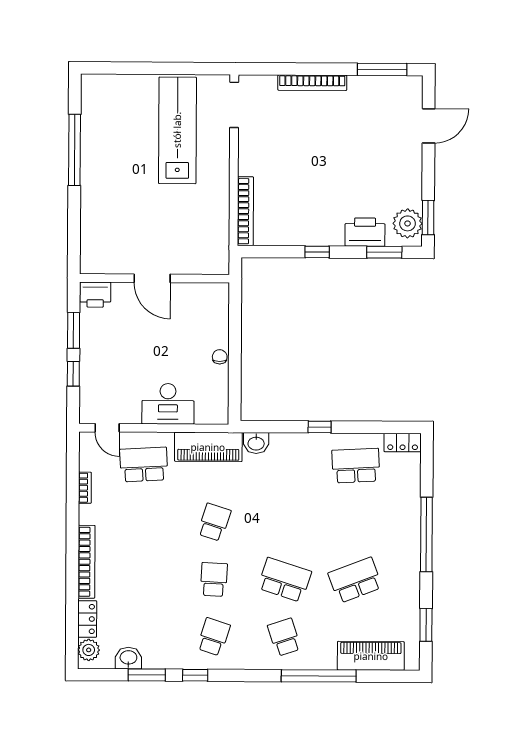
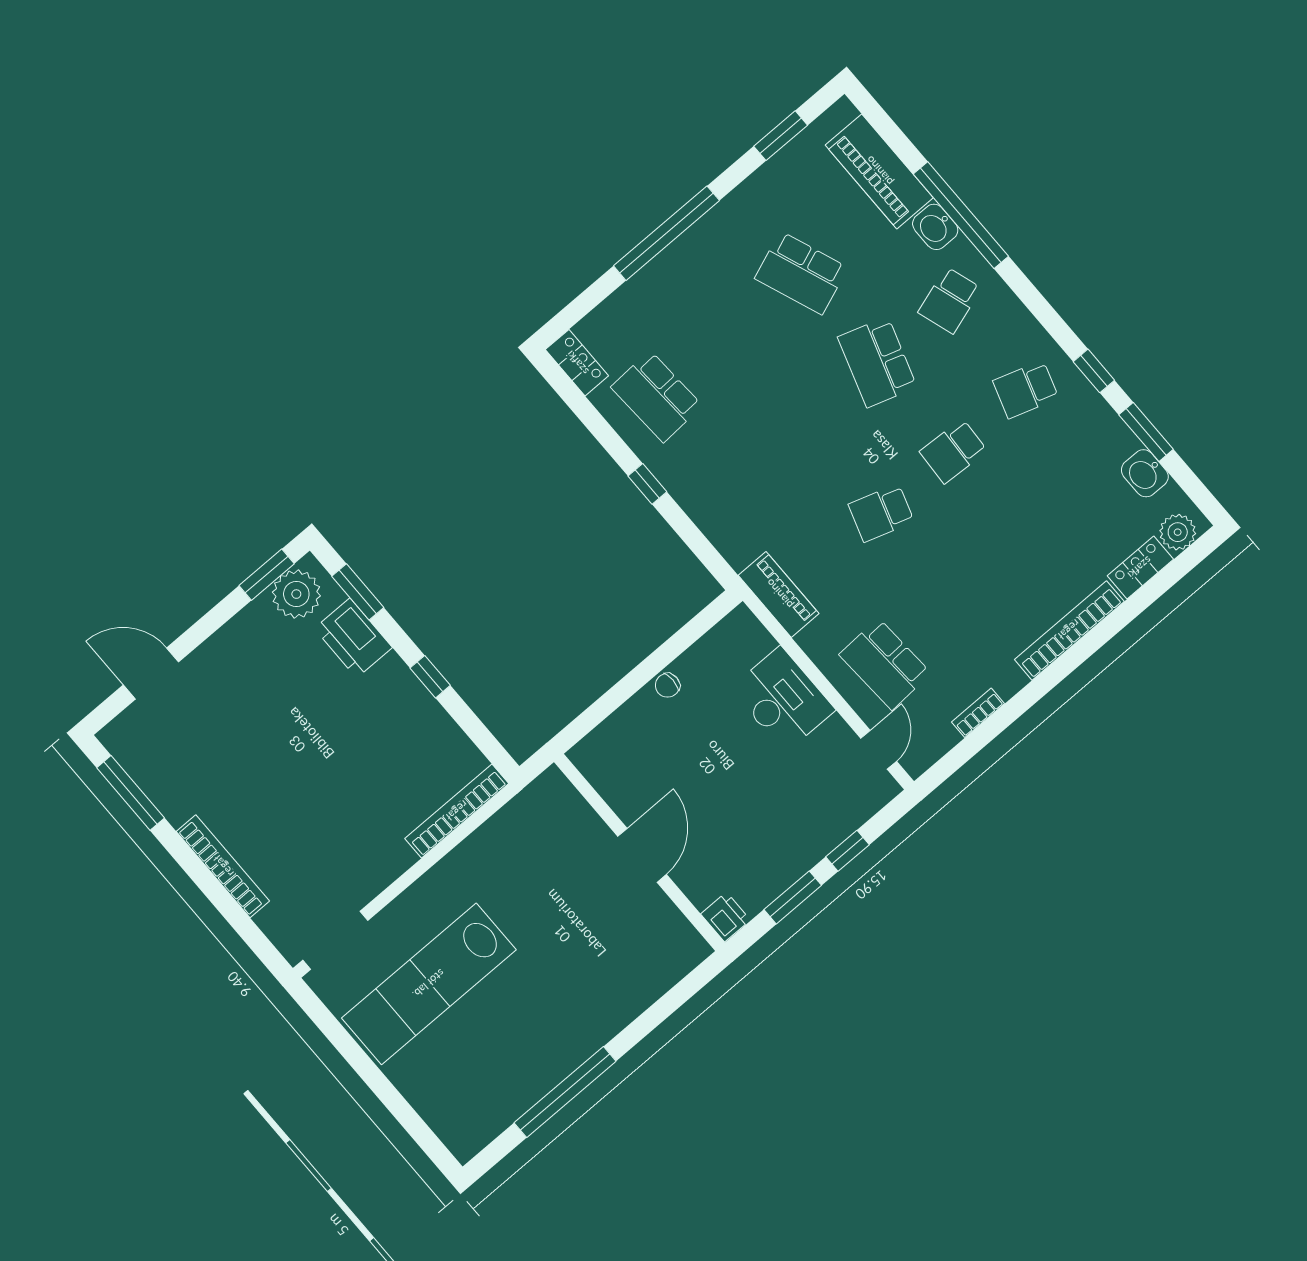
printer: (95, 295) -> (726, 917), width x0.73, depth x0.81
washbasin: (256, 443) -> (935, 227), moved, turned 180
piano: (208, 447) -> (779, 594), width x0.73, depth x0.75

